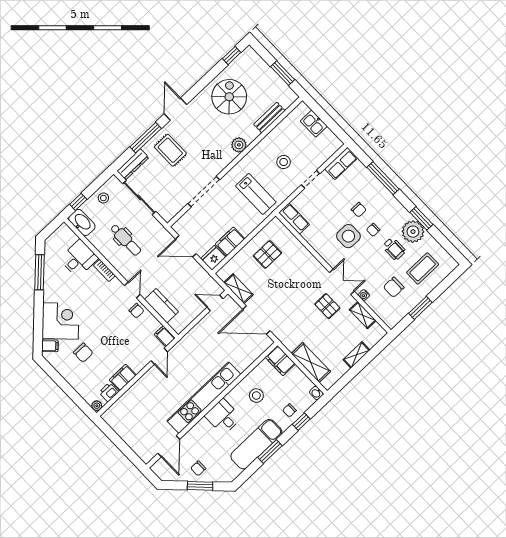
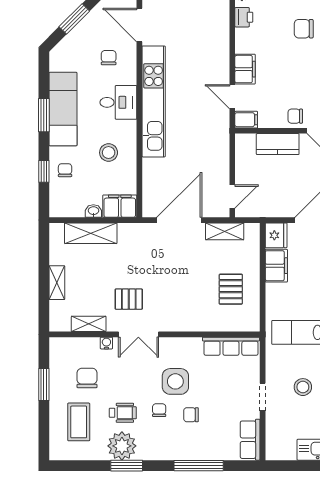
row of seats: (294, 219) -> (231, 346), width x1.48
wheelchair: (394, 249) -> (123, 413), turned 180
filing cabinet: (123, 377) -> (245, 69), moved
washbasin: (316, 393) -> (93, 211), moved
chair: (198, 468) -> (109, 58), moved

